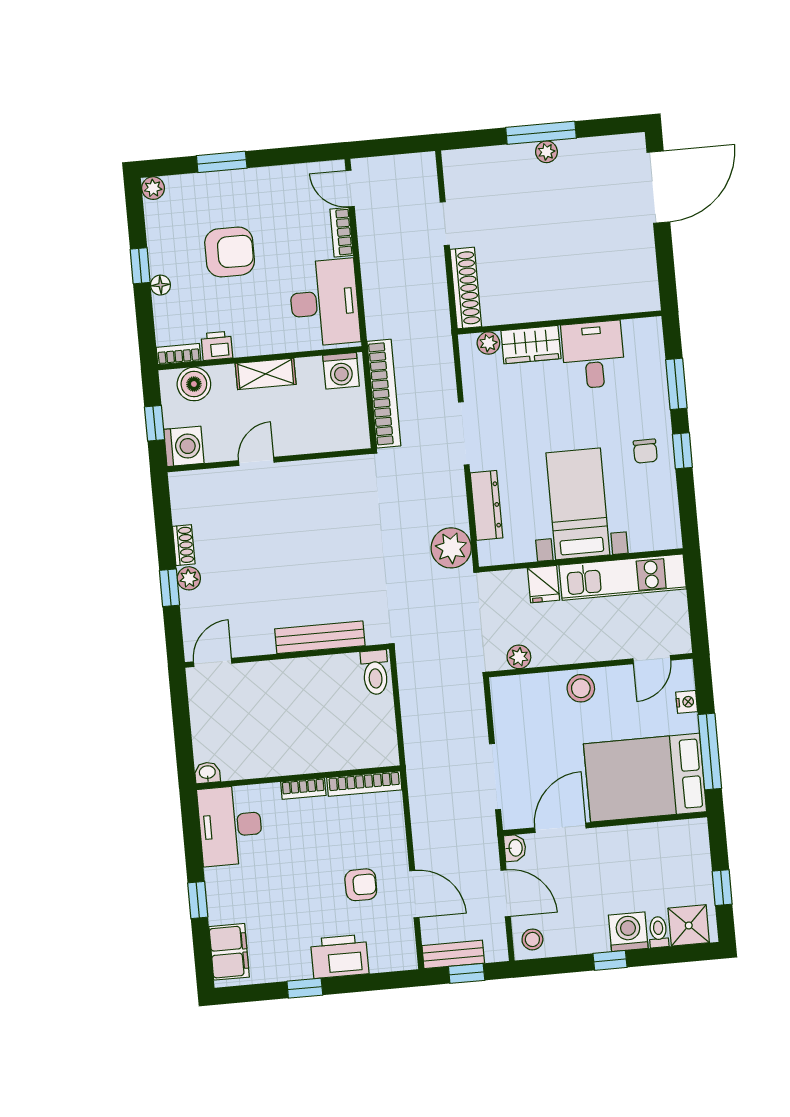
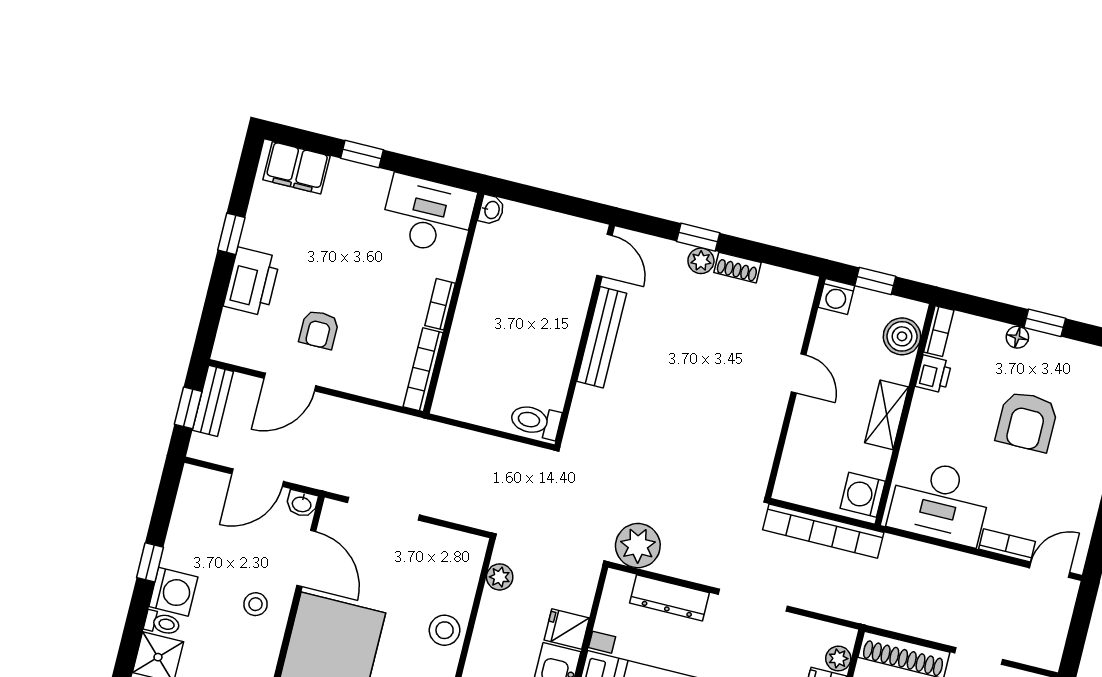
washing machine: (184, 446) -> (836, 297), width x0.73, depth x0.73
bench: (320, 637) -> (602, 337), moved
stool: (532, 939) -> (256, 604), moved

